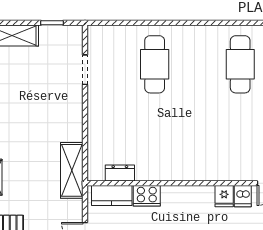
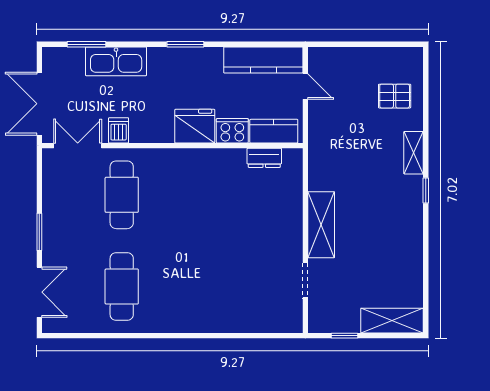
cafe table: (155, 64) -> (122, 195), moved
shelving: (72, 170) -> (321, 225), moved
fridge: (224, 196) -> (195, 126), moved, width x1.88, depth x1.34

